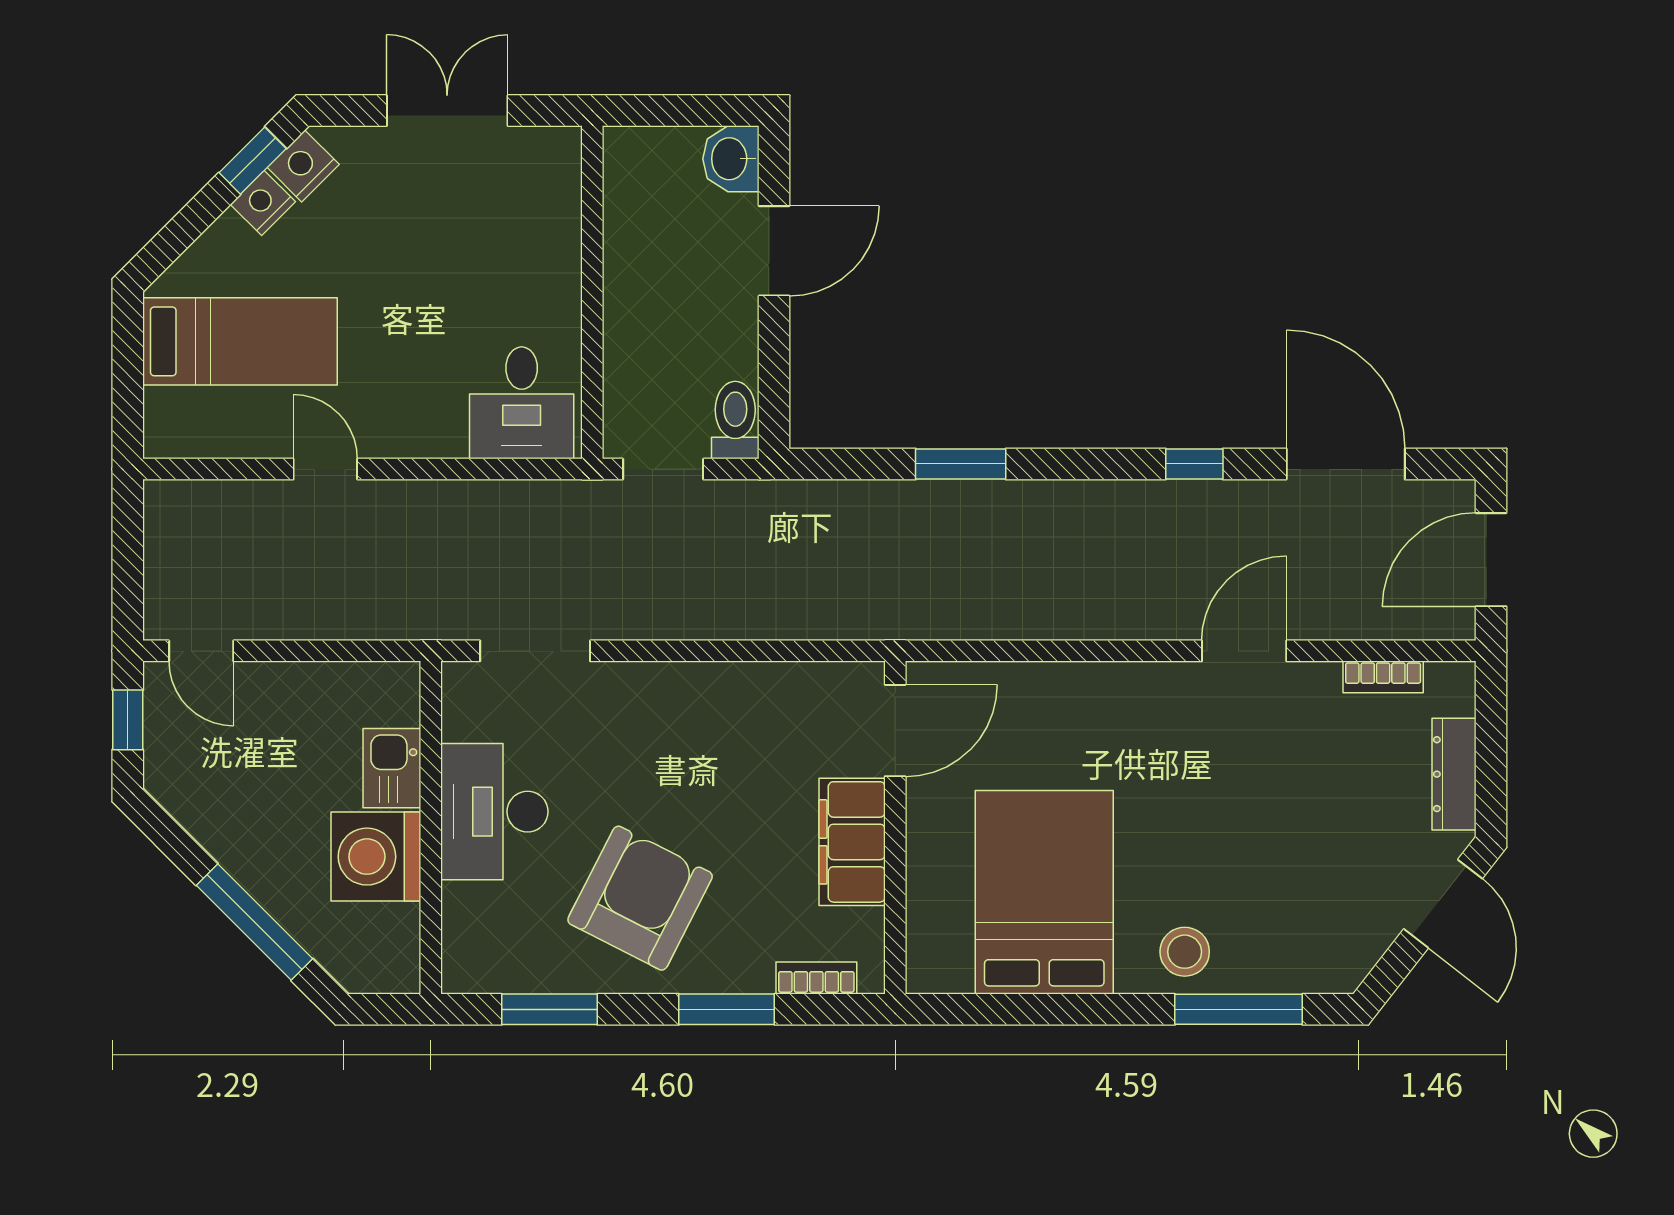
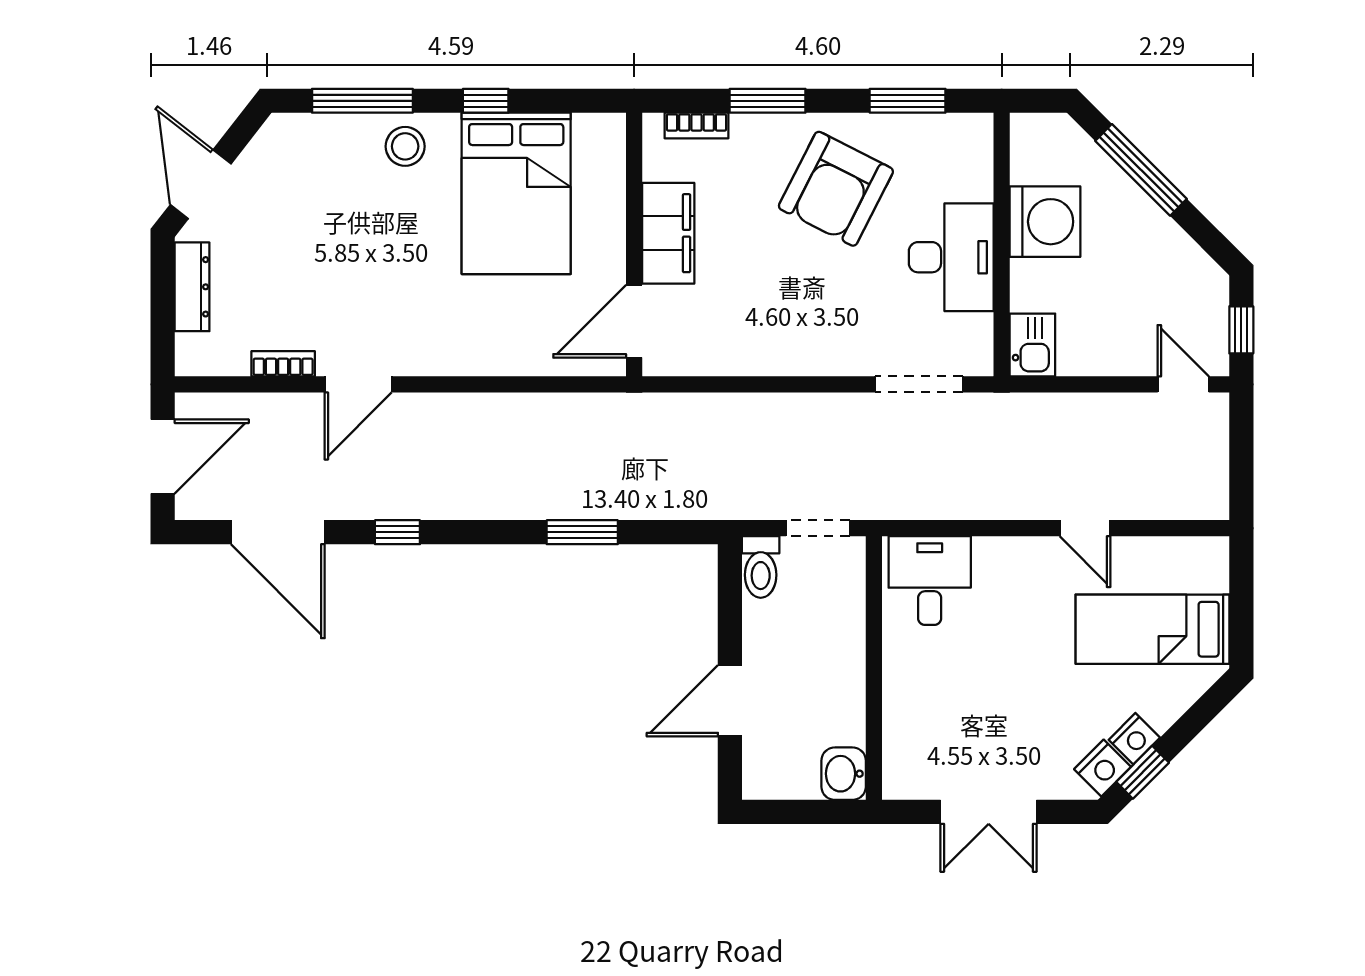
washbasin: (731, 159) -> (844, 774), moved, turned 180
bookcase: (1383, 677) -> (283, 364), moved
kitchen sink: (392, 768) -> (1032, 345), moved
window: (1083, 1009) -> (486, 101), added

